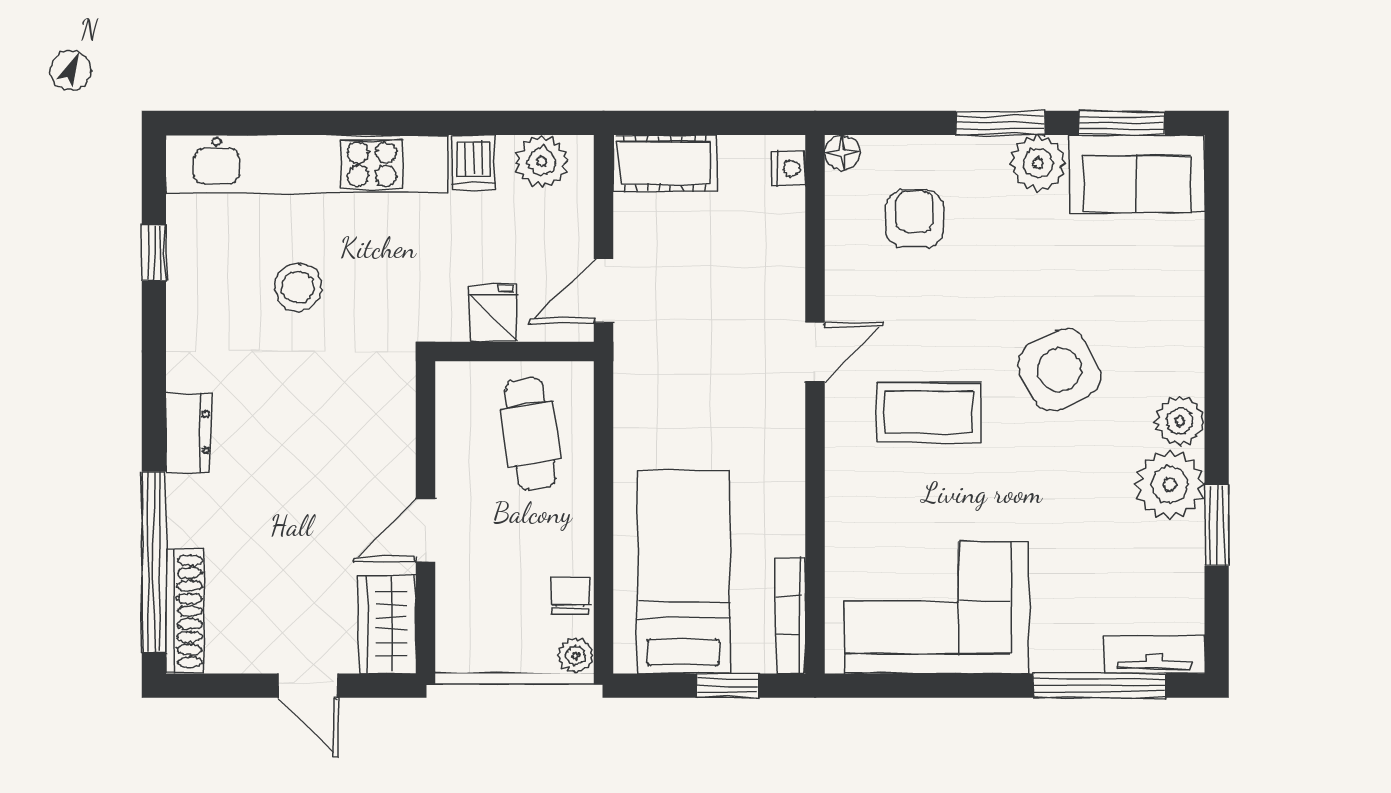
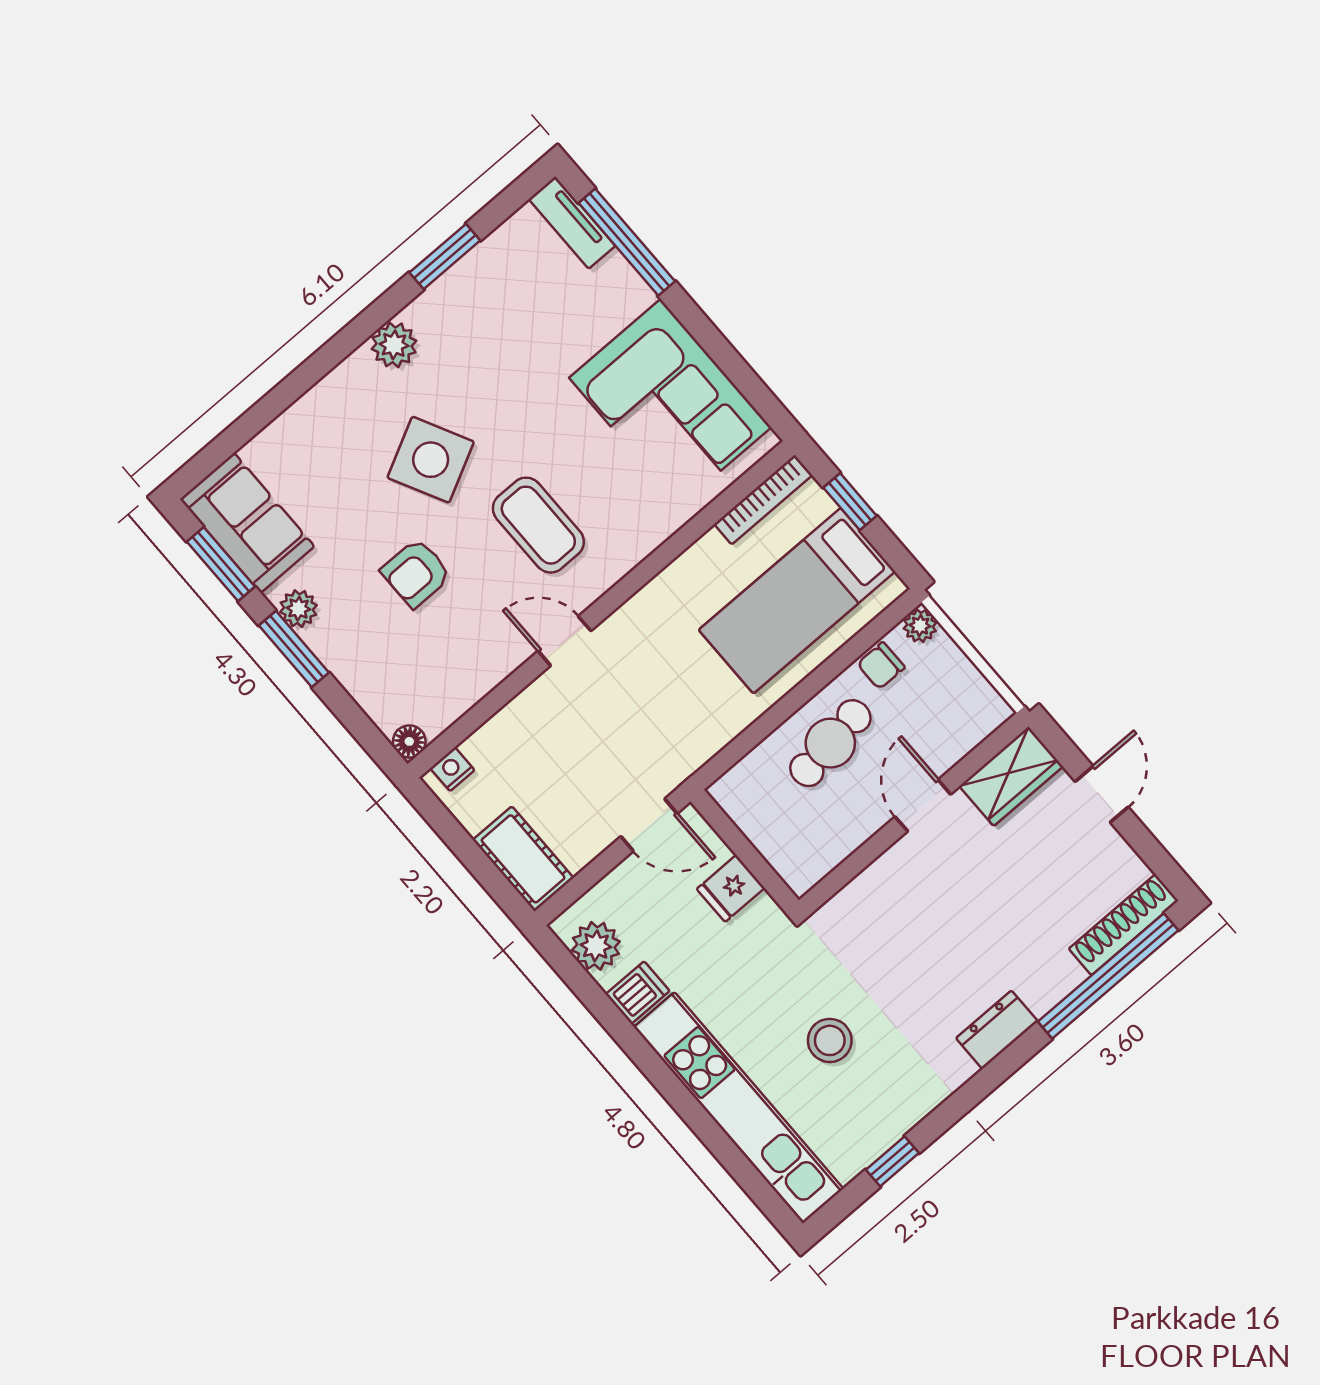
plant: (1038, 163) -> (298, 609), width x0.73, depth x0.73
armchair: (915, 219) -> (416, 573), moved
cafe table: (530, 434) -> (830, 743), moved
plant: (1170, 485) -> (444, 314), removed
door: (426, 530) -> (923, 805), swing flipped

